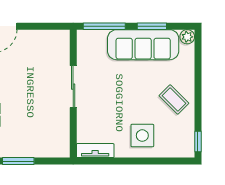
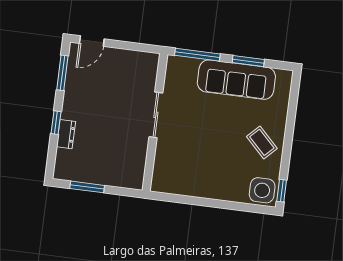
plant: (187, 37) -> (285, 77), removed
side table: (142, 136) -> (262, 190), moved
tv unit: (95, 151) -> (171, 186), removed

